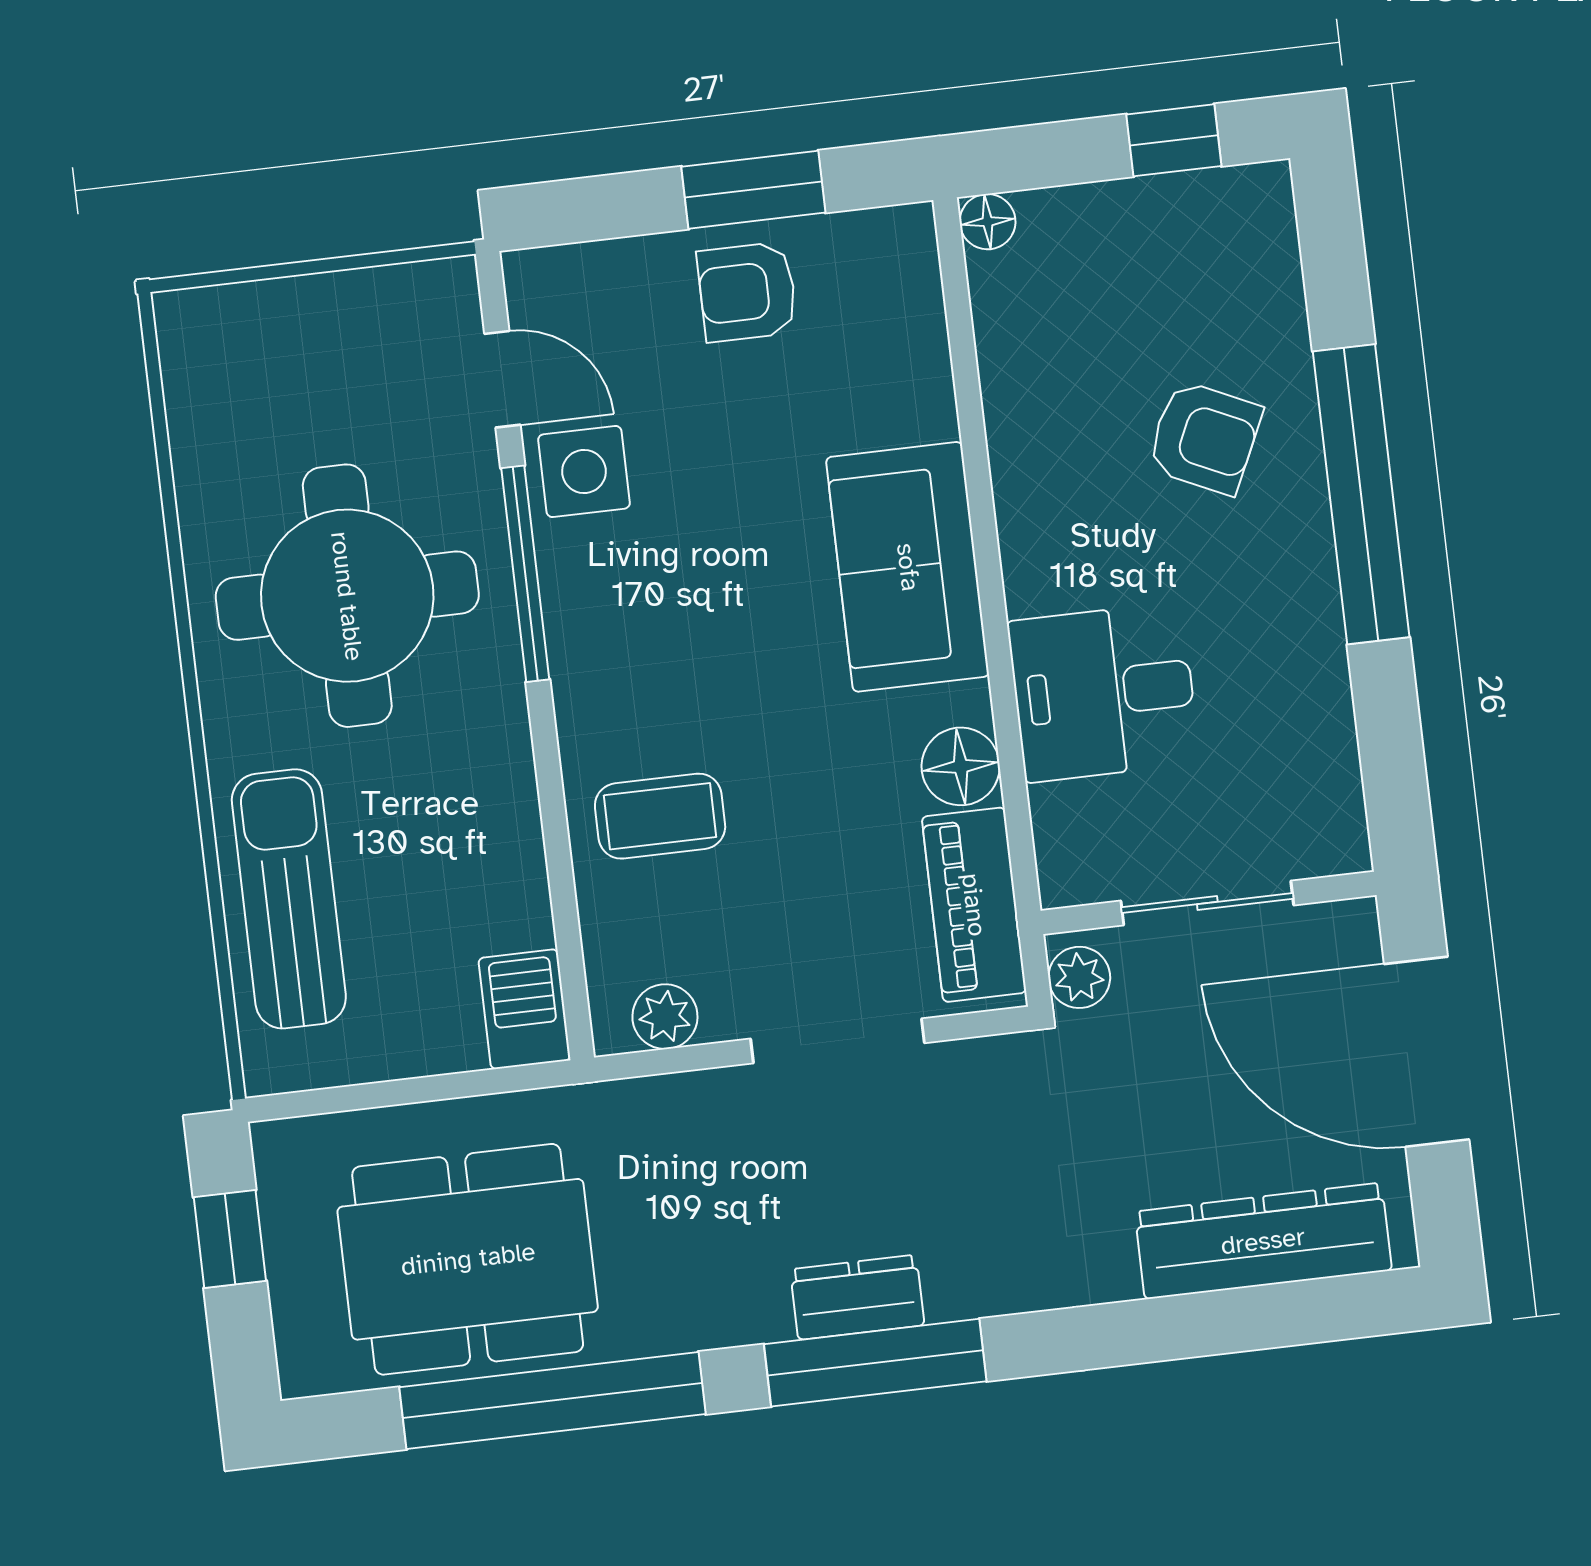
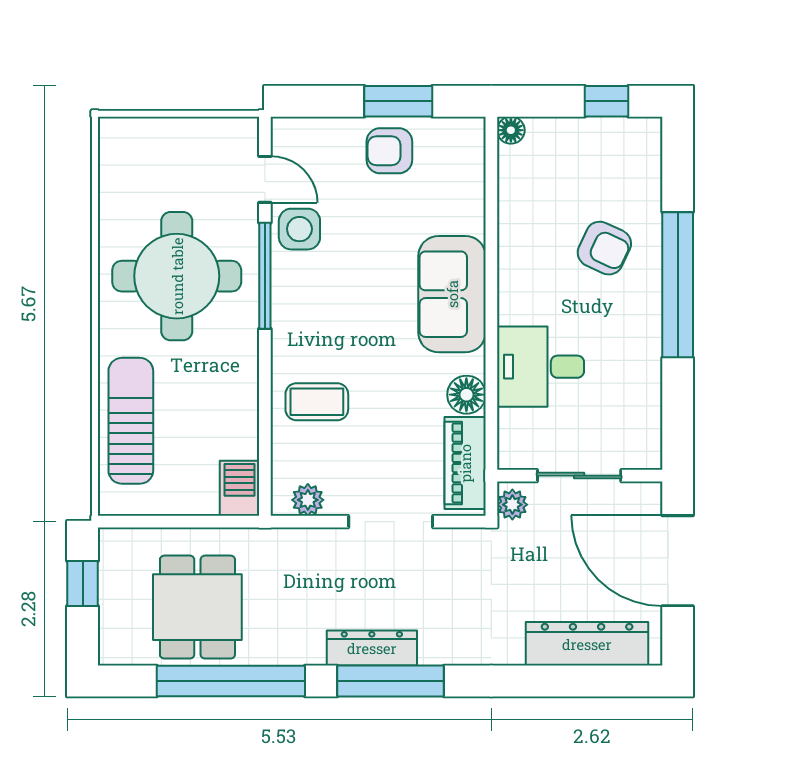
dining table: (468, 1259) -> (197, 607), width x0.73
dresser: (857, 1297) -> (372, 648), width x1.44

